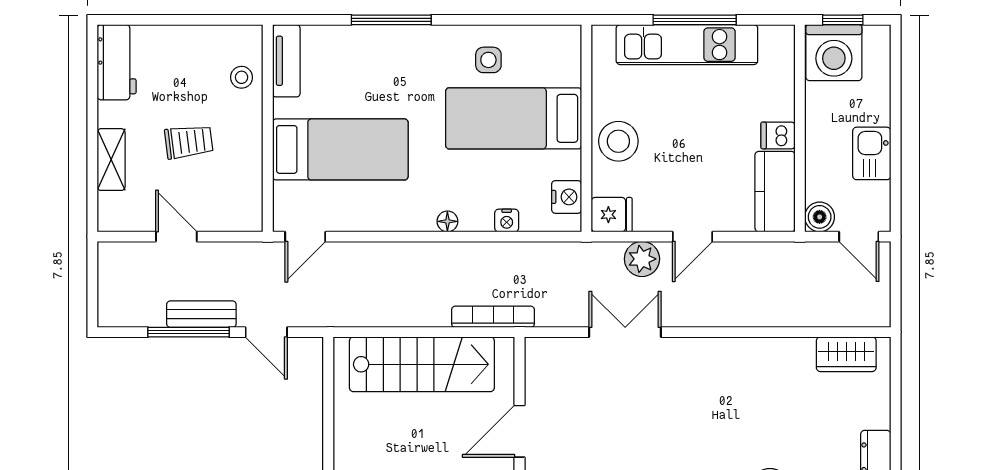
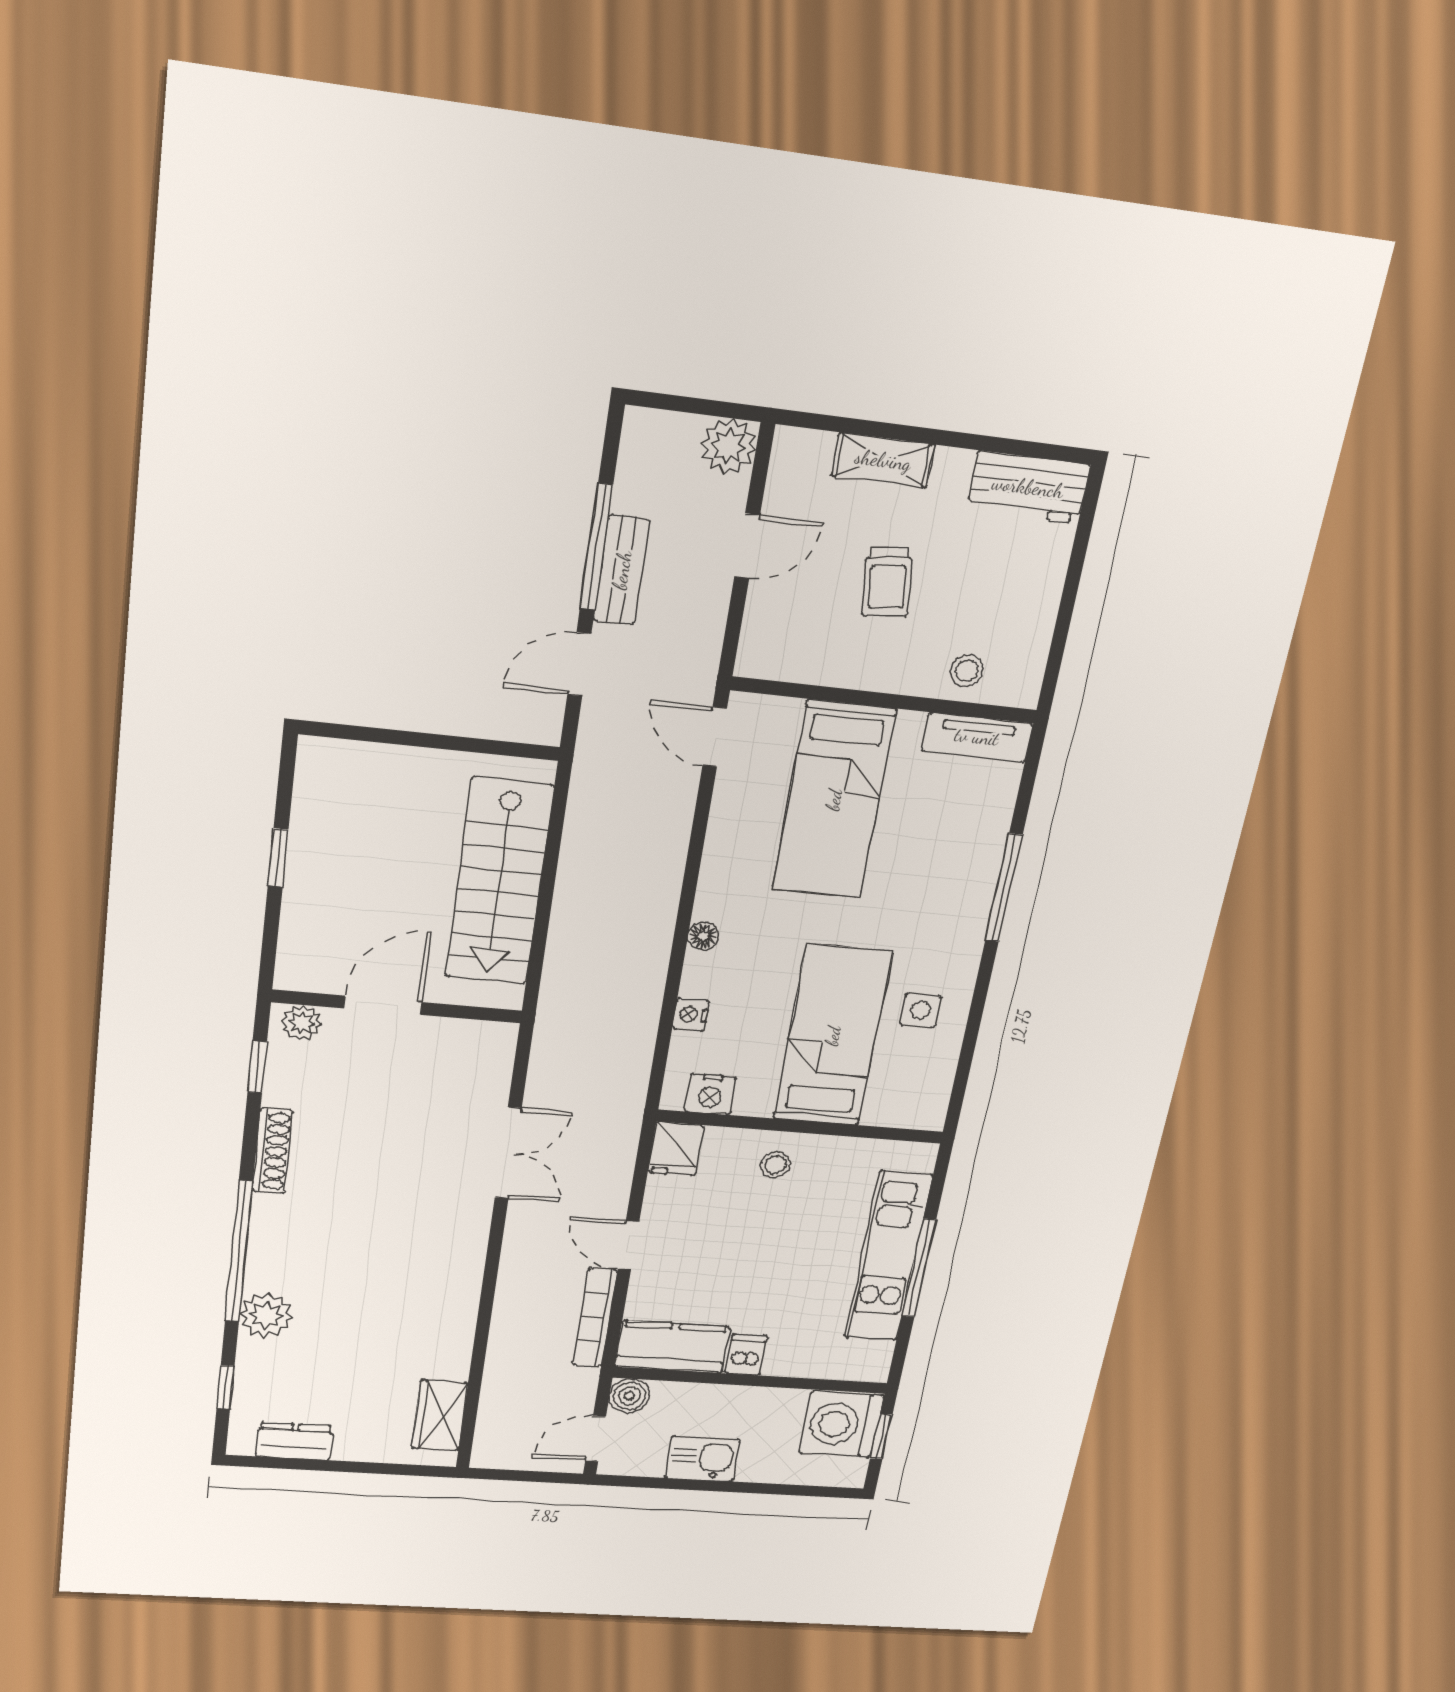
stool: (618, 141) -> (775, 1165), width x0.53, depth x0.53
plant: (642, 259) -> (728, 446), moved
bookcase: (493, 317) -> (595, 1318), moved, turned 180
door: (519, 431) -> (383, 1005), hinge flipped

